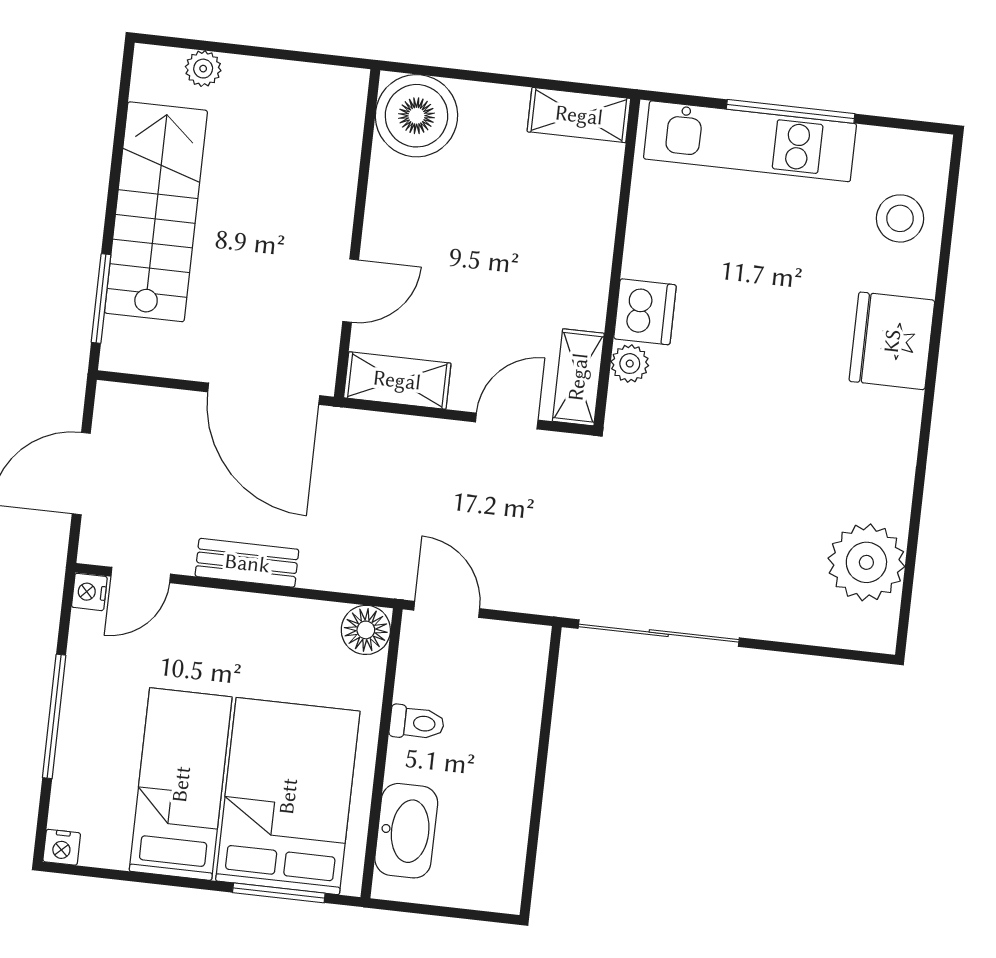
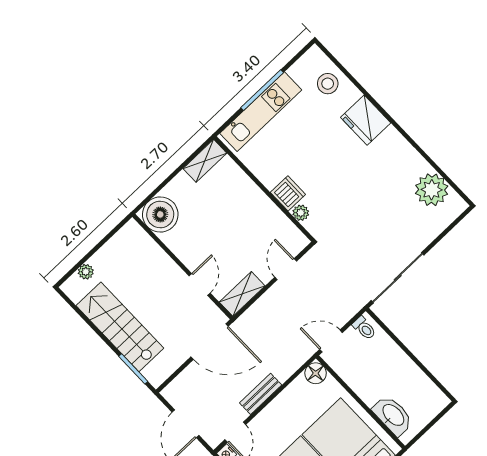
shelving: (578, 377) -> (291, 233), removed
toilet: (417, 723) -> (364, 328), moved, turned 90

